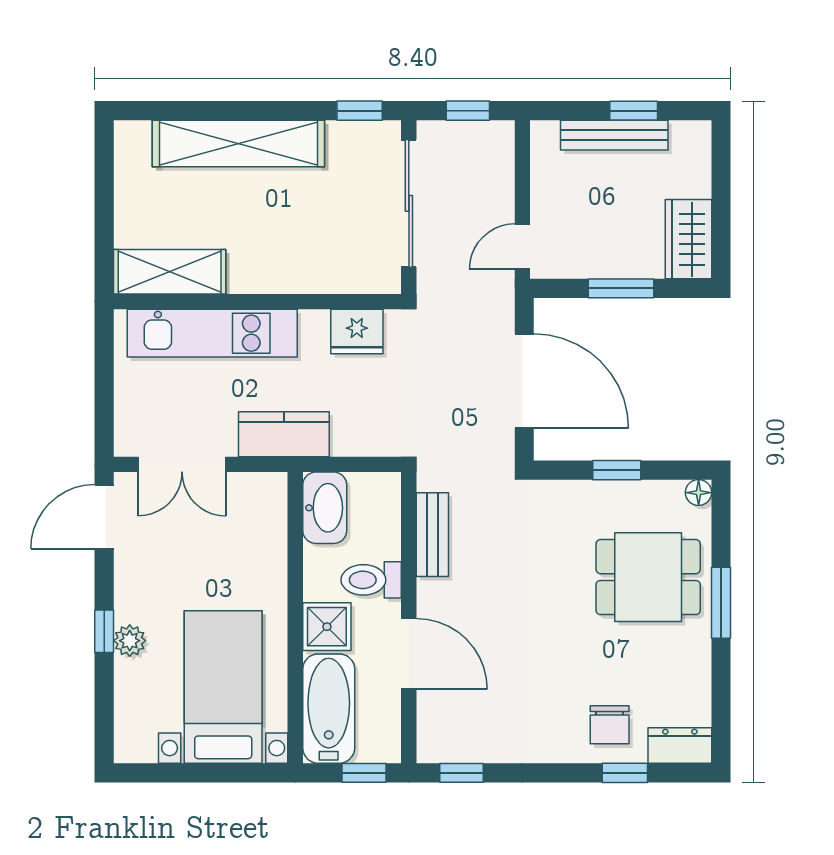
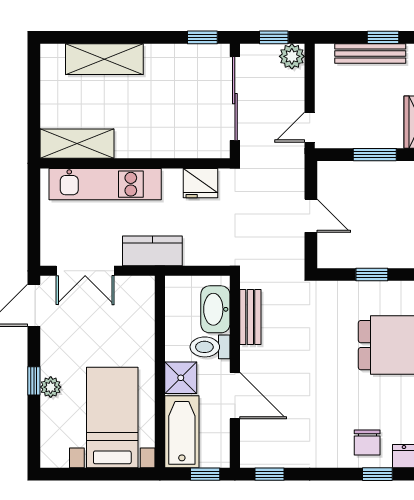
plant: (495, 139) -> (292, 56), added
shelving: (238, 143) -> (104, 59), width x0.68
door: (524, 381) -> (311, 216), width x0.53
washbasin: (325, 508) -> (215, 309), moved, turned 180

